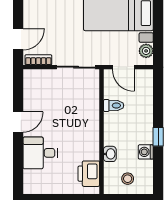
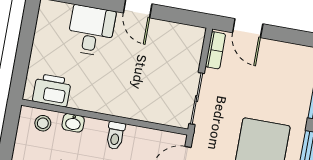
toilet: (114, 106) -> (115, 136), moved
stool: (128, 179) -> (43, 123), moved

